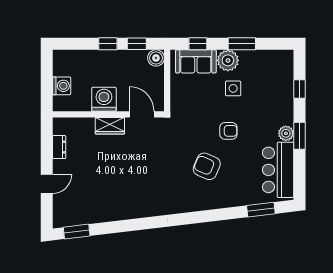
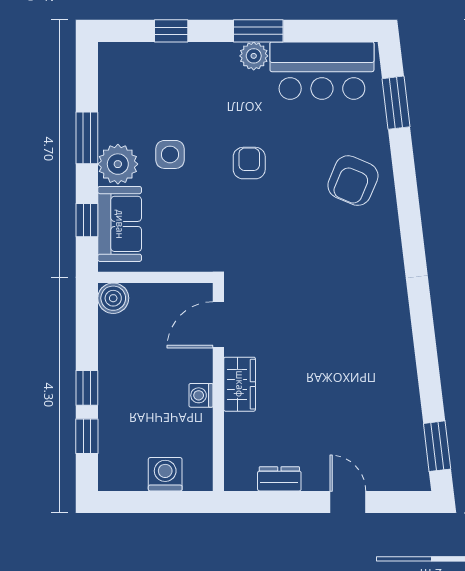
window: (137, 44) -> (87, 436), moved
washing machine: (104, 99) -> (201, 395), width x0.53, depth x0.53
armchair: (207, 166) -> (353, 181), moved

